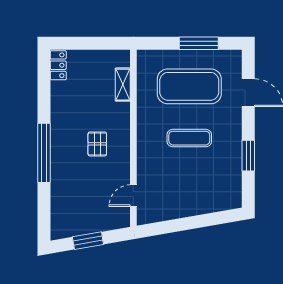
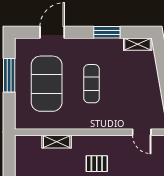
shelving: (123, 85) -> (57, 142), moved
shelving: (235, 191) -> (138, 44), added

